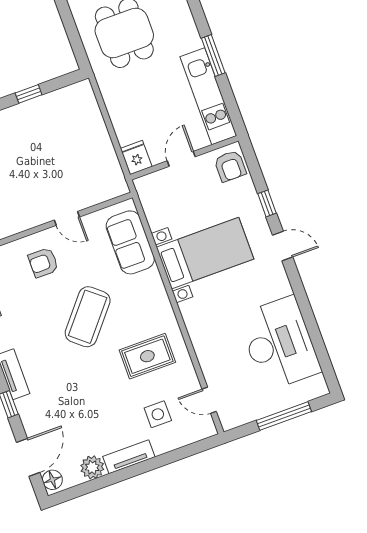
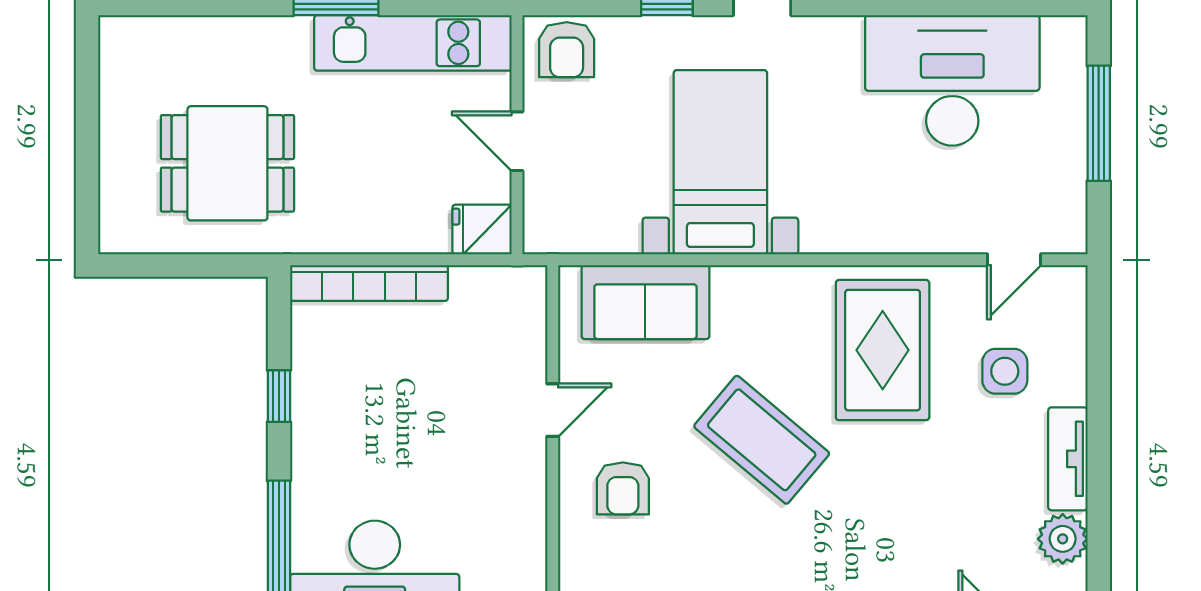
bookcase: (94, 116) -> (369, 283), added
armchair: (230, 166) -> (567, 50), turned 90
rug: (147, 356) -> (883, 350), width x1.36, depth x1.43

